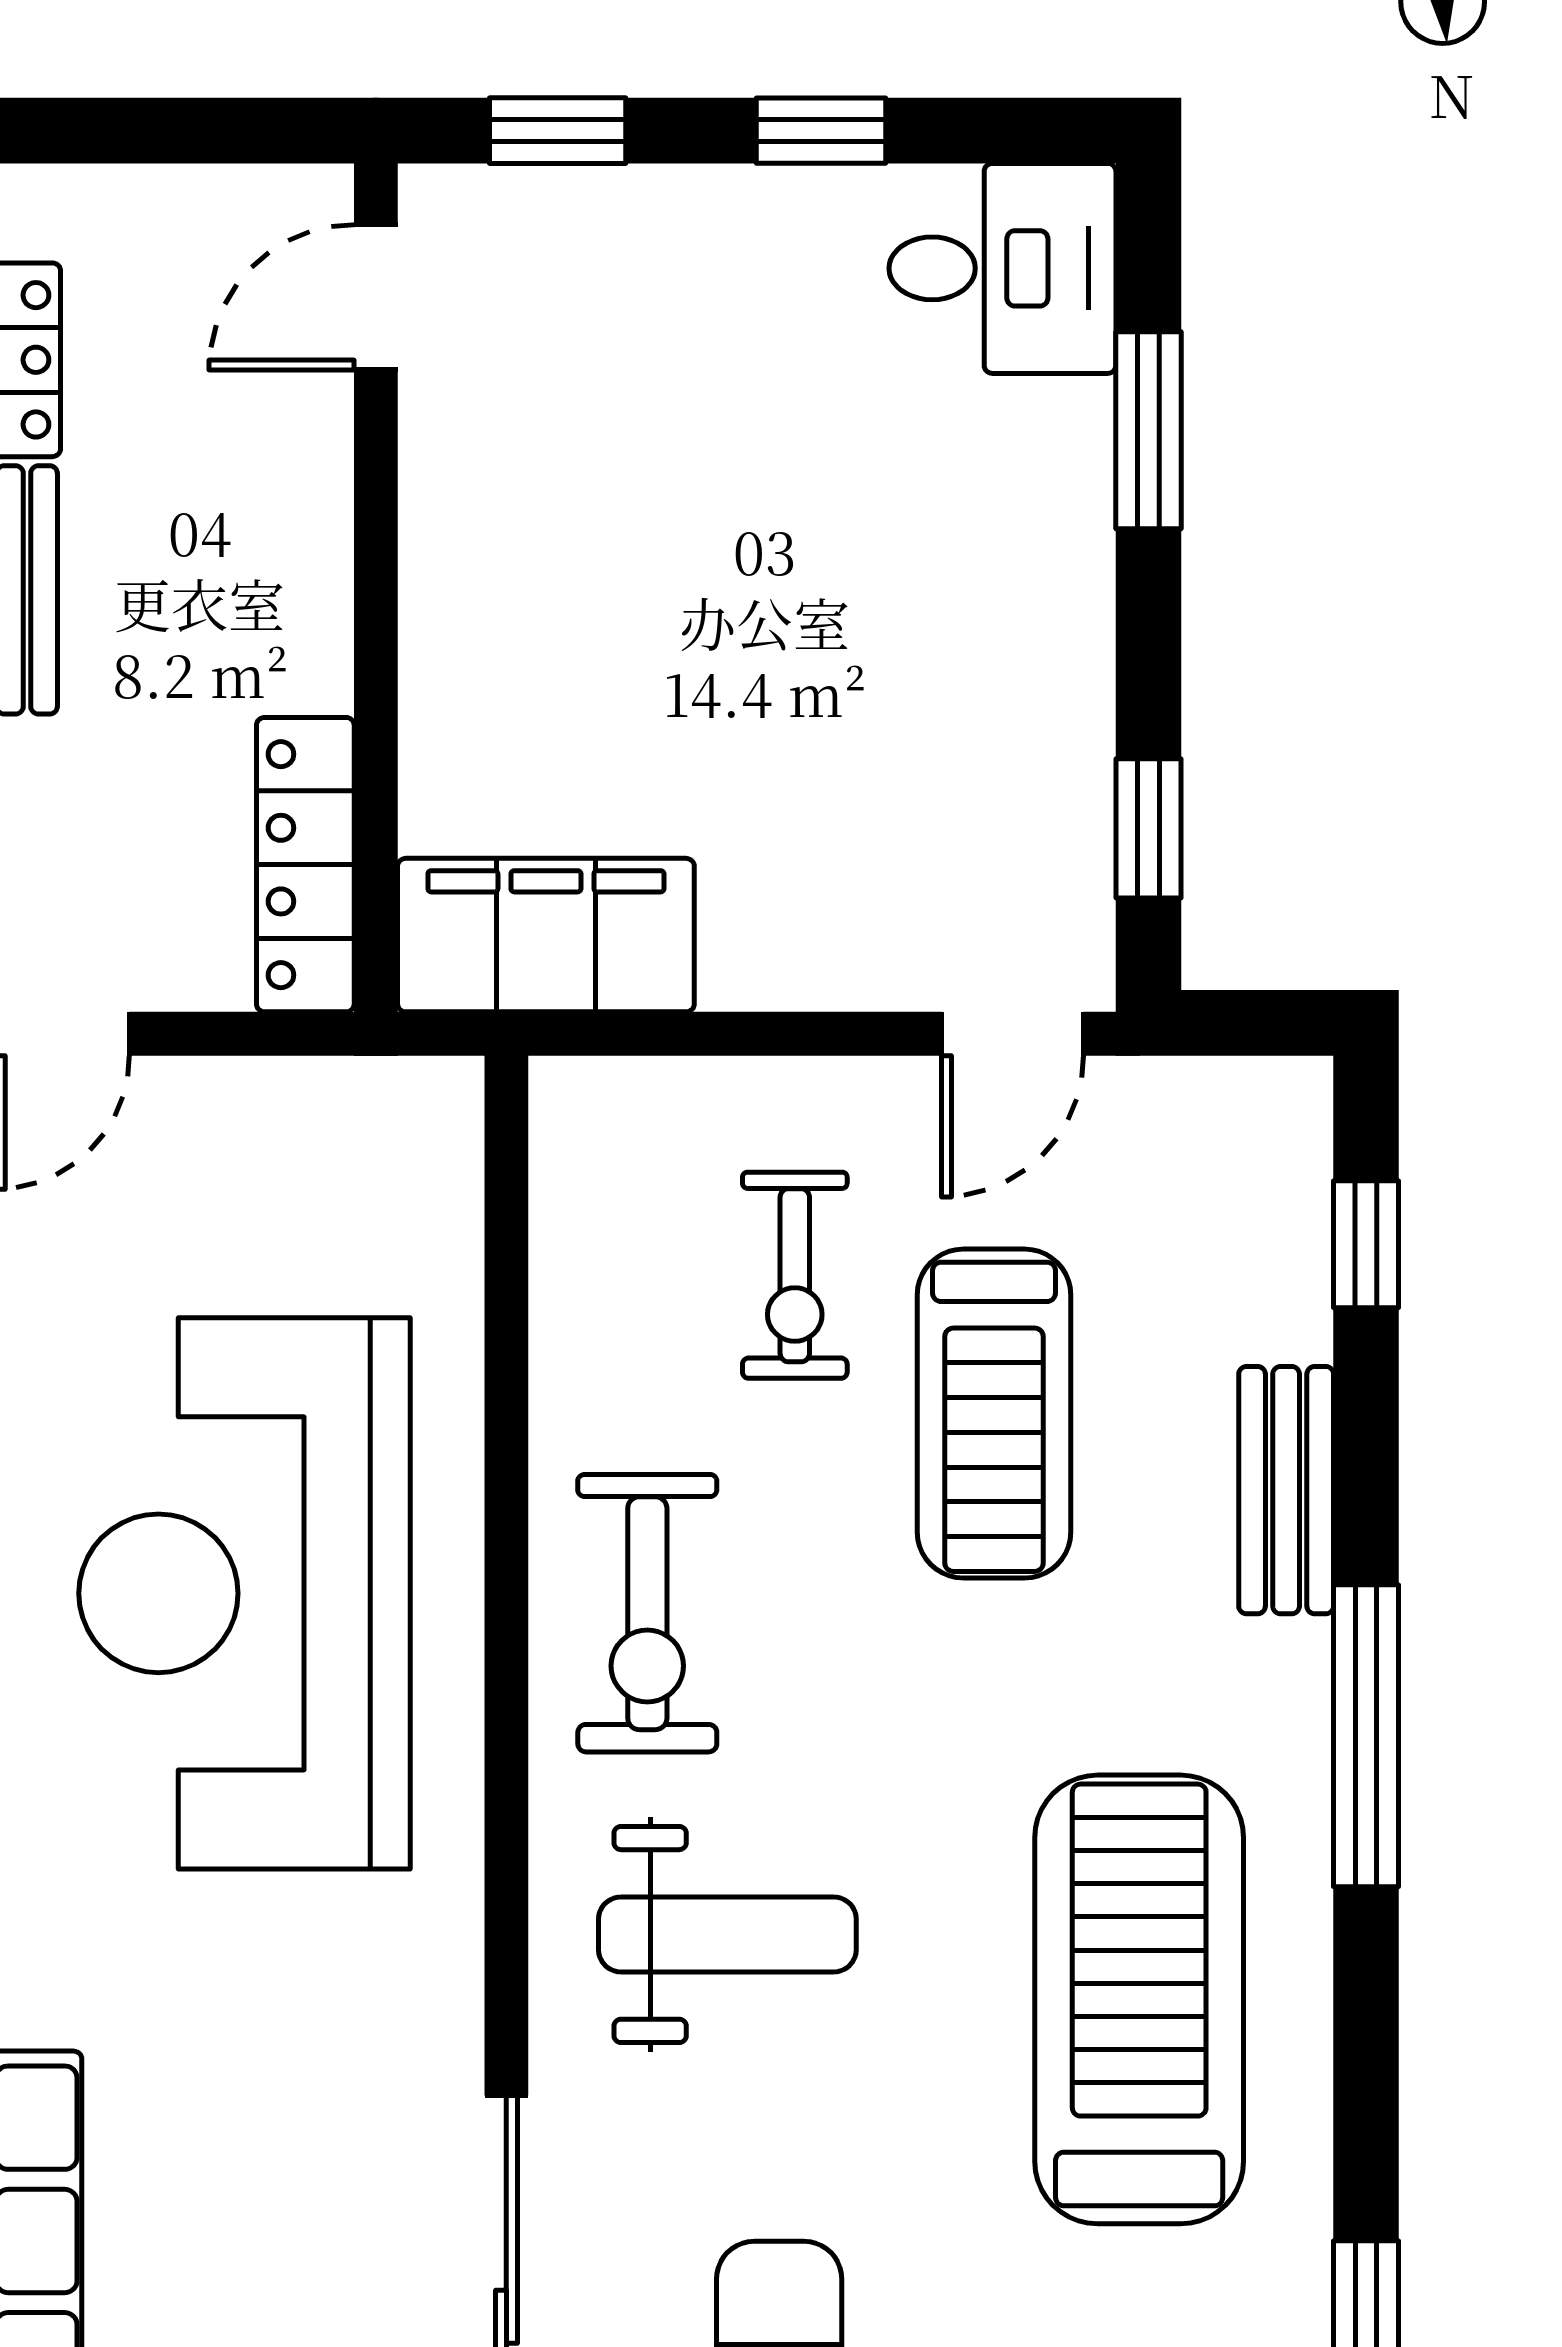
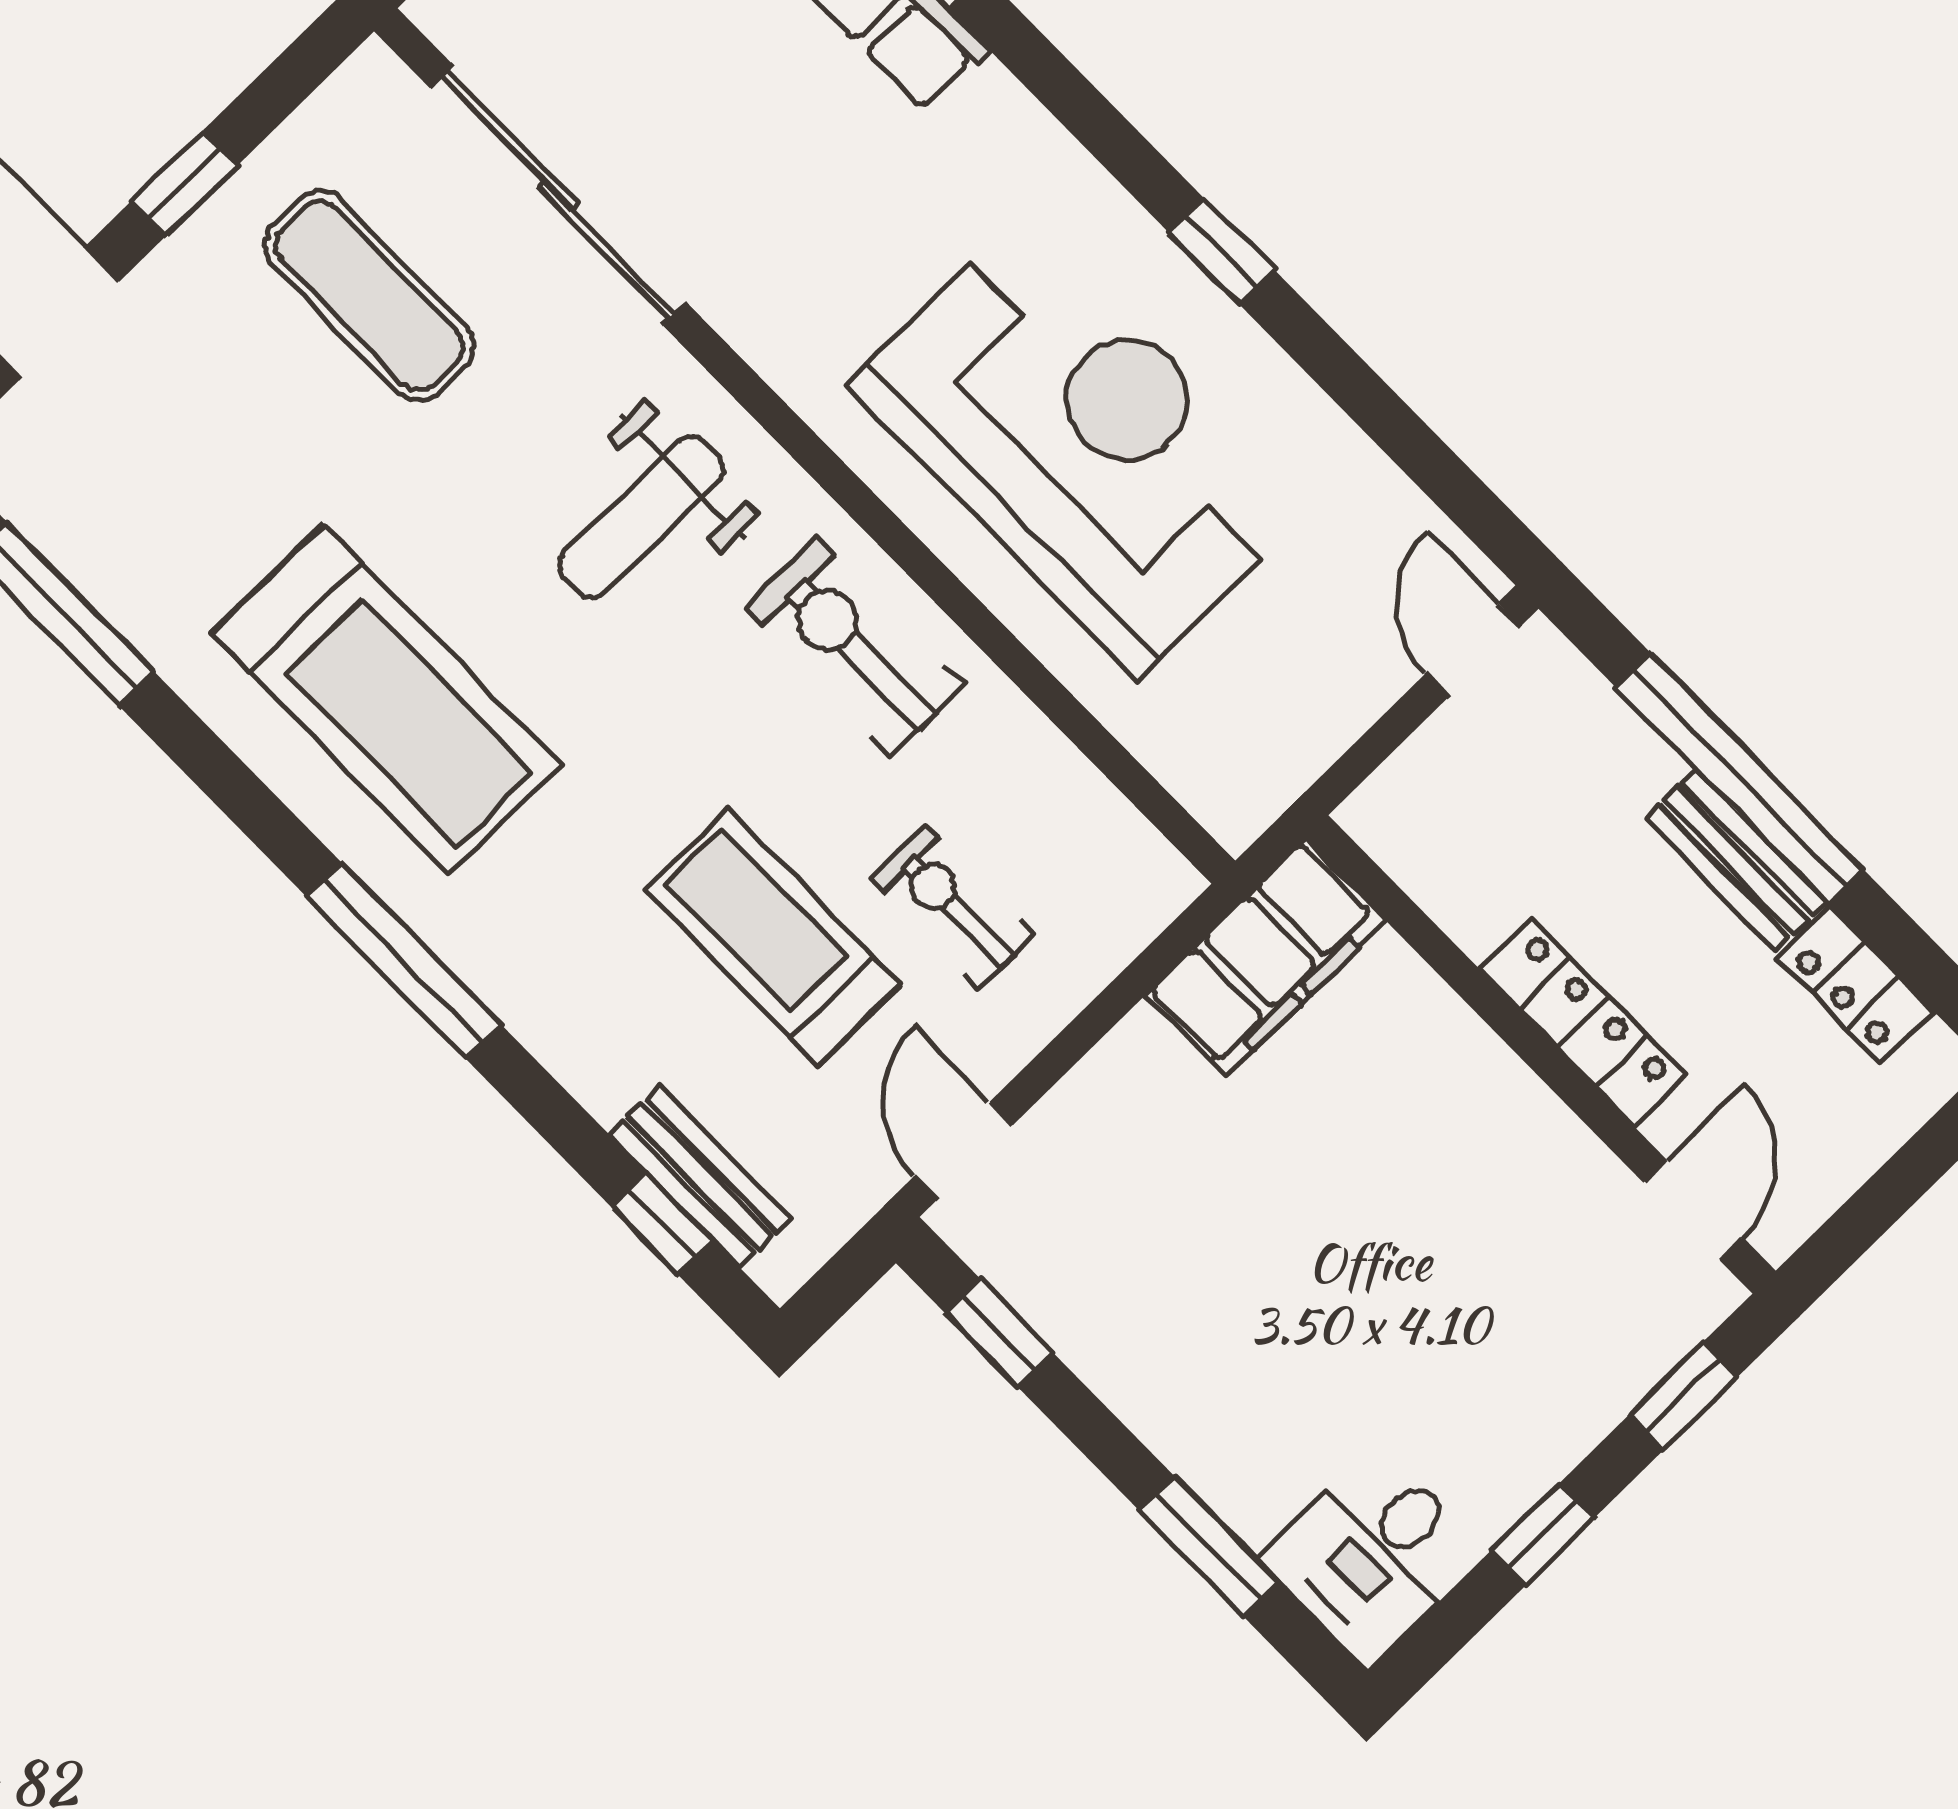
locker: (305, 865) -> (1583, 1022), moved
bench: (1286, 1490) -> (700, 1176), moved

